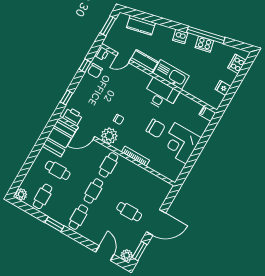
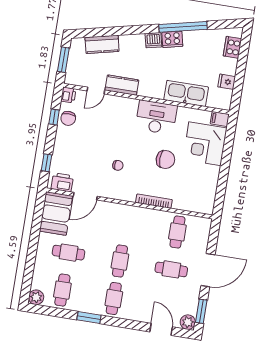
cooker: (204, 44) -> (172, 39), moved
kitchen sink: (171, 75) -> (186, 93), moved
plant: (109, 136) -> (114, 189), removed
corner desk: (180, 143) -> (205, 144), moved
cafe table: (108, 165) -> (177, 232), moved

